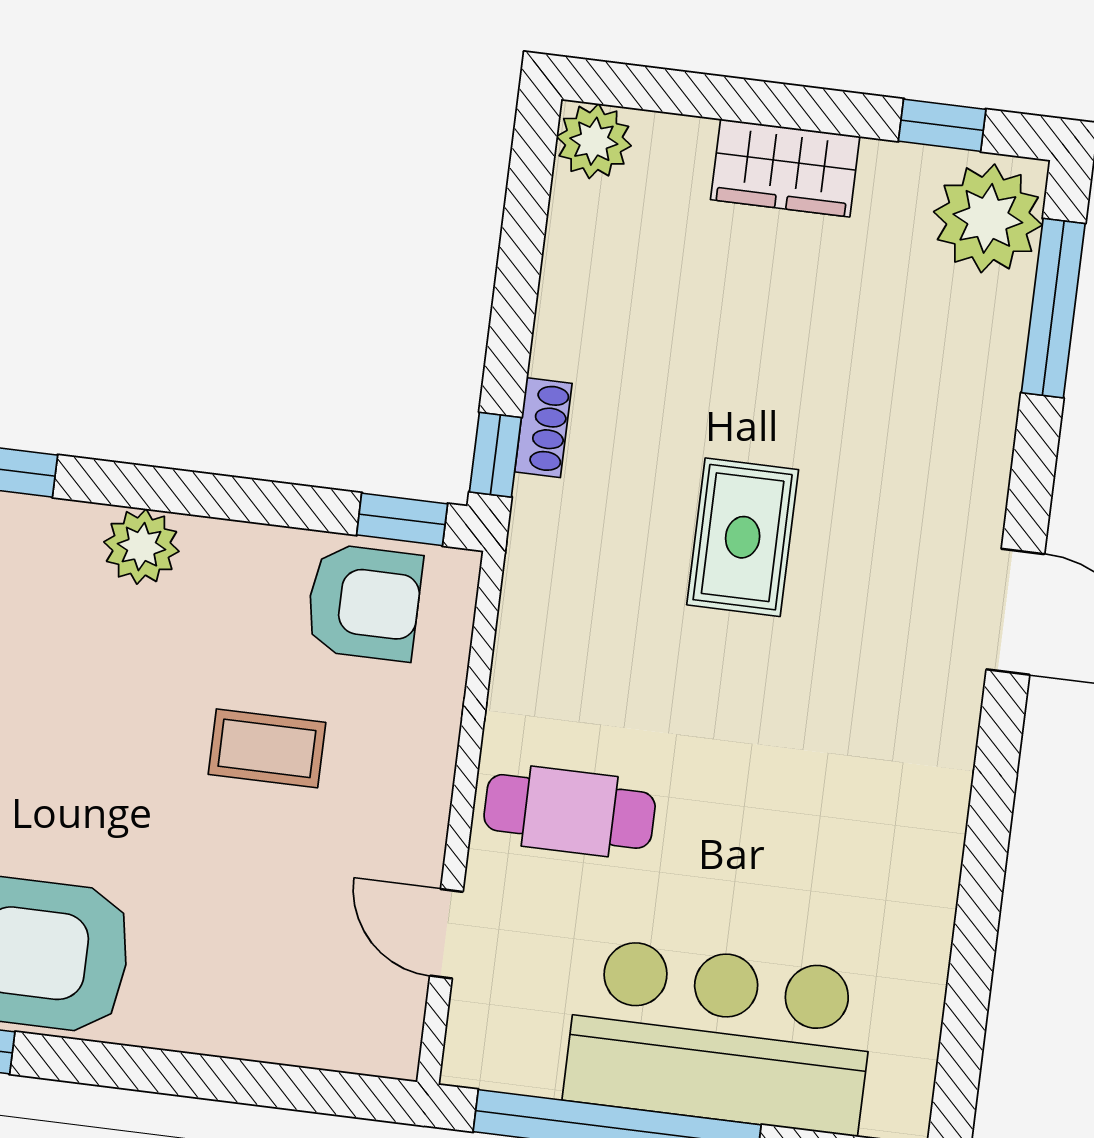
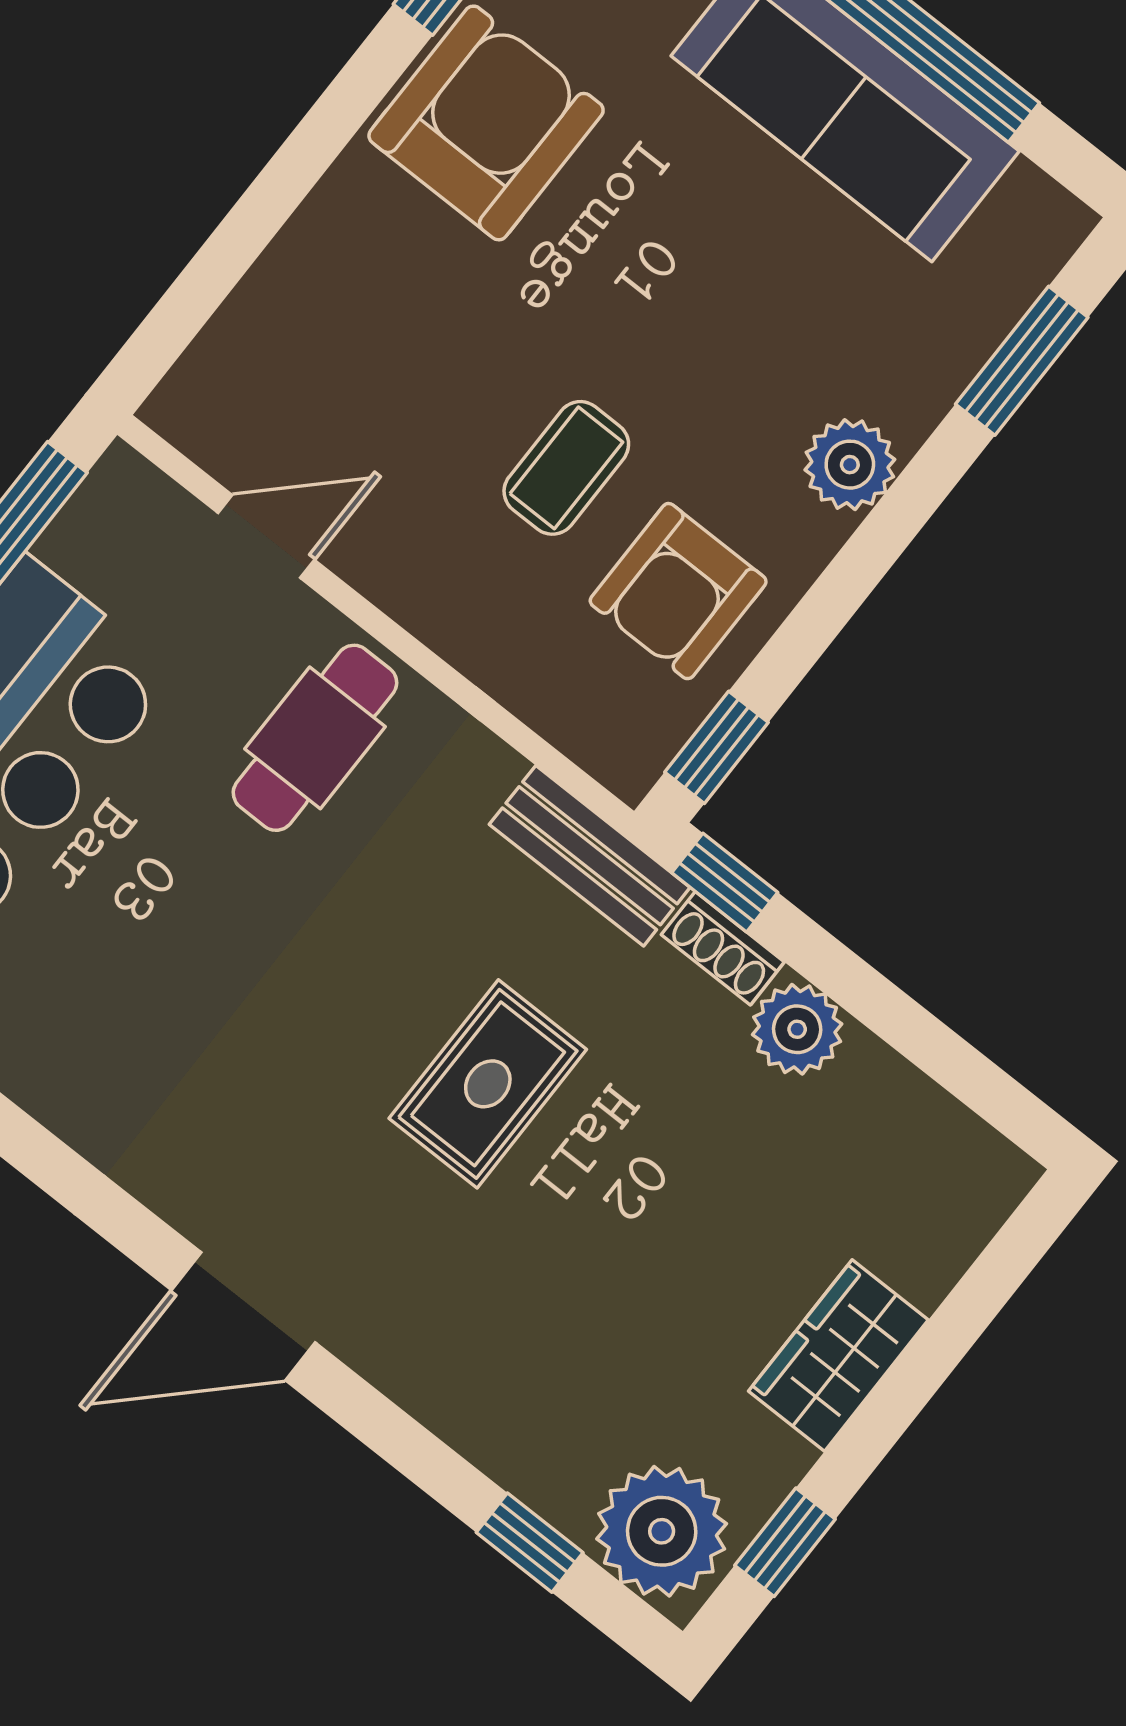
plant: (594, 141) -> (797, 1029), moved
window: (1053, 308) -> (530, 1543), width x0.46
rug: (743, 537) -> (488, 1084), turned 90
bench: (535, 563) -> (590, 856), added
armchair: (364, 602) -> (678, 591), moved

